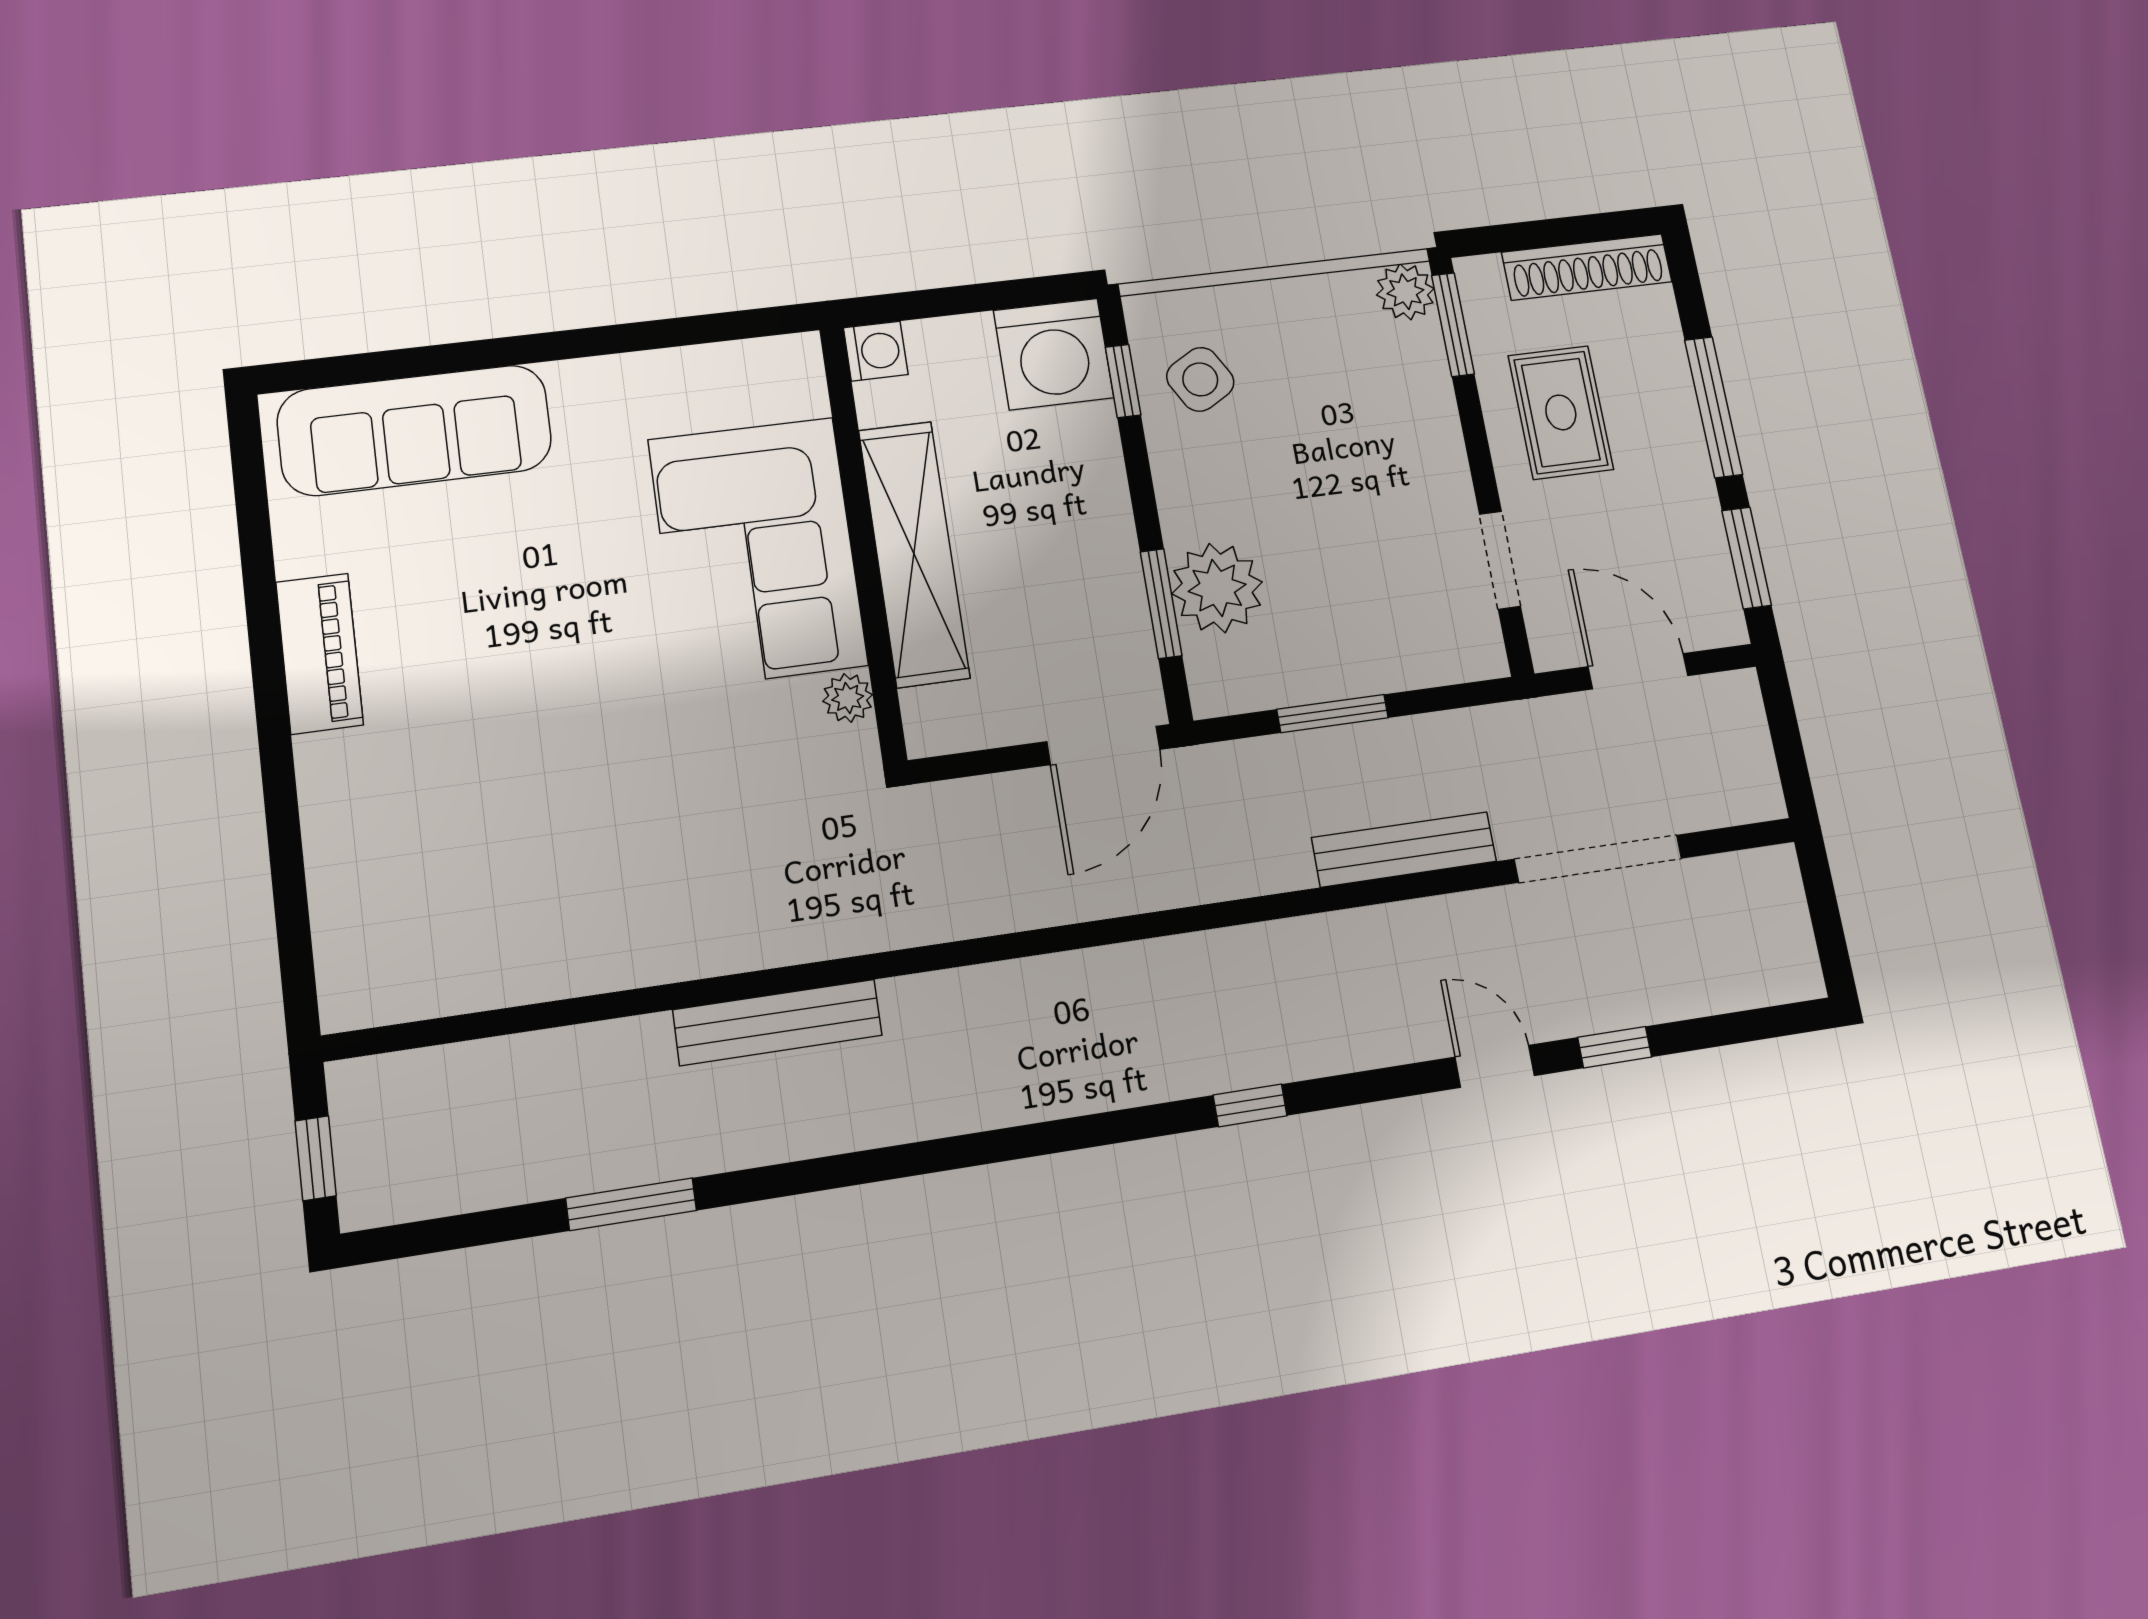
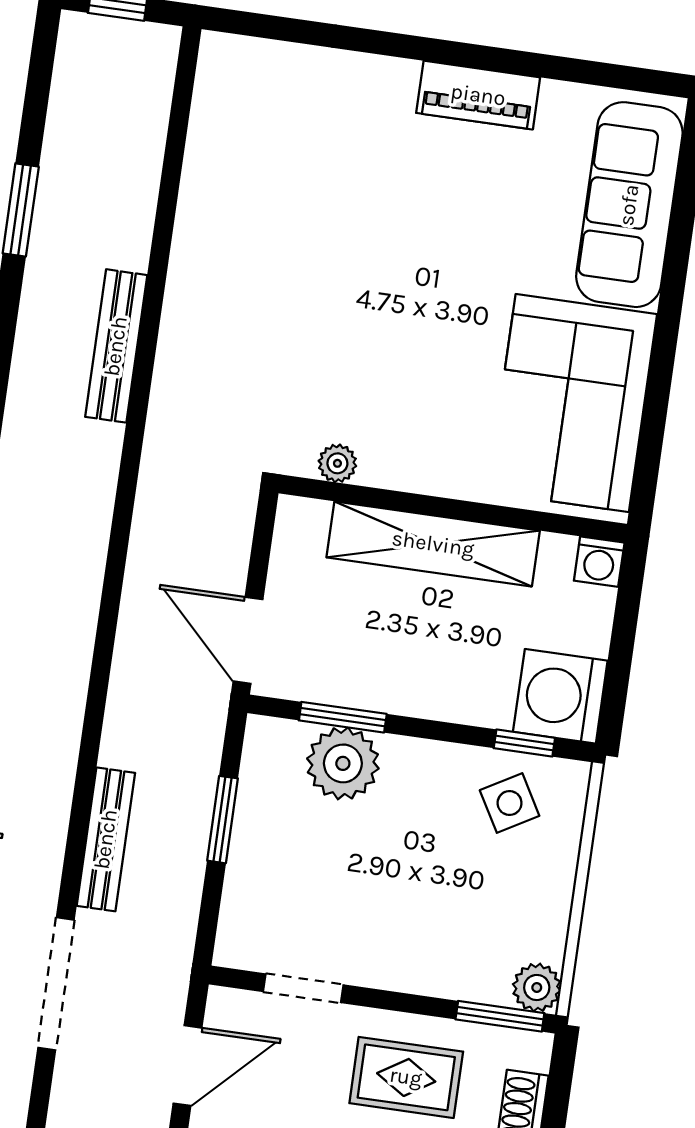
corner sofa: (758, 552) -> (572, 403), moved, turned -90

